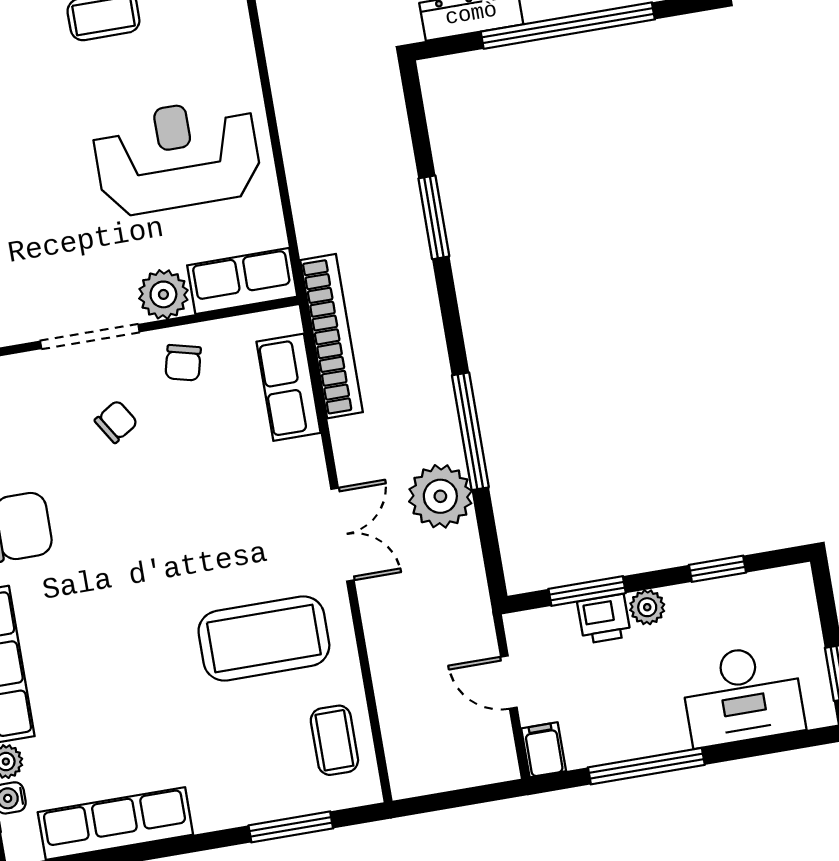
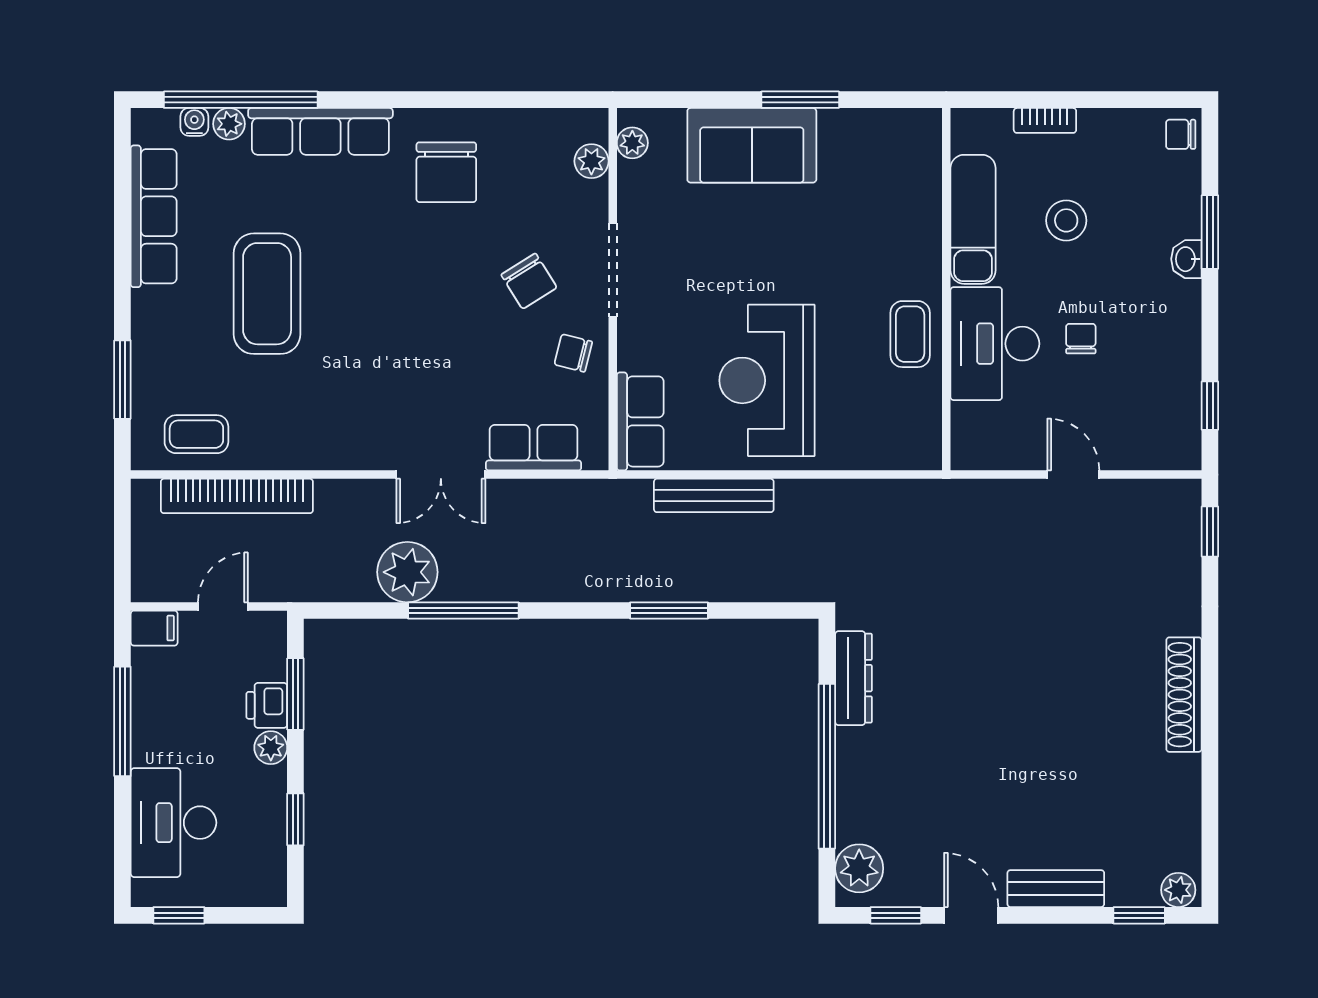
reception desk: (177, 156) -> (767, 380), turned 180
bench: (306, 191) -> (714, 495), added
plant: (163, 294) -> (640, 346), removed
bookcase: (332, 336) -> (237, 496), moved
chair: (116, 422) -> (529, 281), width x1.37, depth x1.37
double door: (343, 535) -> (441, 475), moved
coffee table: (264, 638) -> (267, 294), moved

